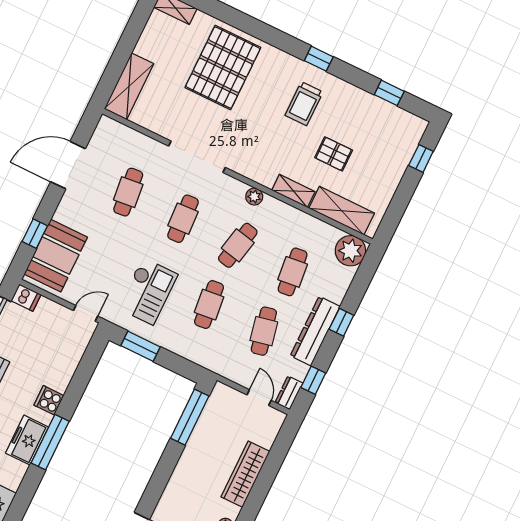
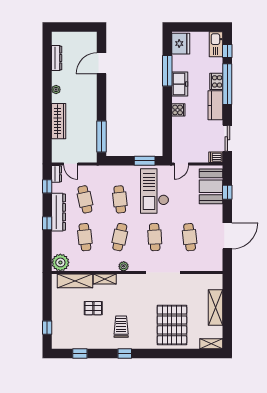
shelving: (129, 86) -> (216, 308), moved
checkout: (148, 291) -> (155, 191), width x1.36, depth x1.21
window: (50, 442) -> (167, 71), moved

